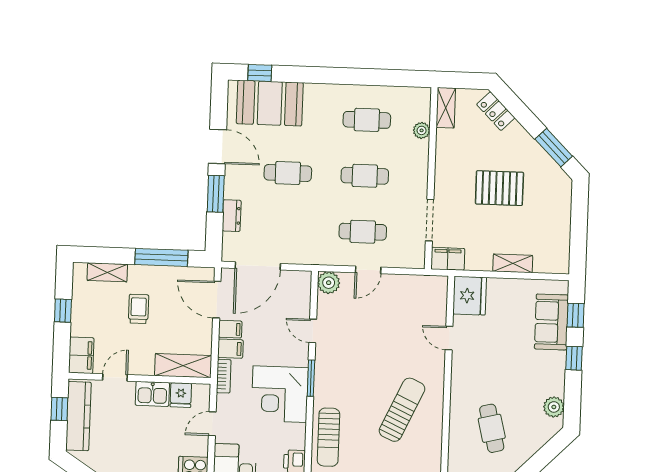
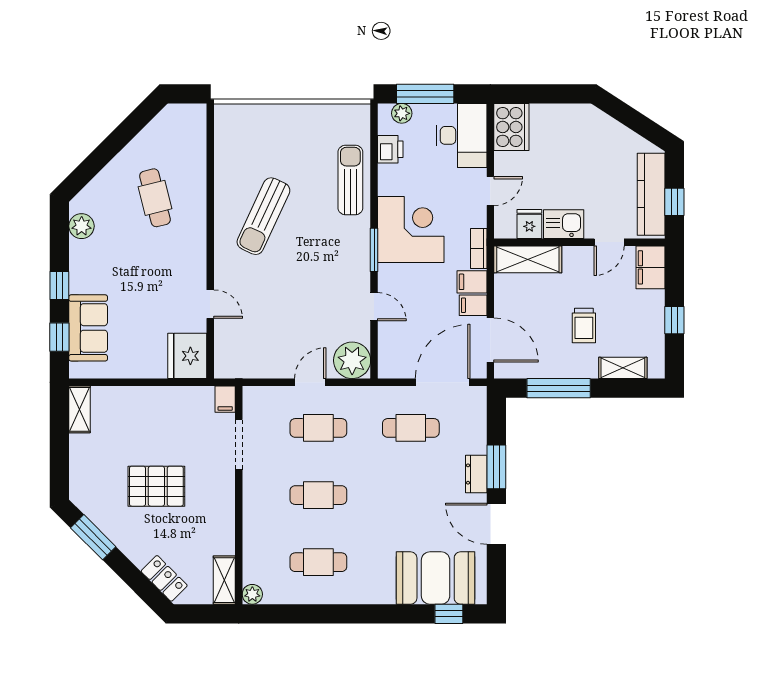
plant: (422, 130) -> (252, 594), moved
cafe table: (288, 173) -> (411, 428), moved
dresser: (232, 216) -> (476, 474), moved
filing cabinet: (448, 259) -> (225, 399), width x0.50
shelving: (513, 263) -> (80, 409), moved, turned 90
plant: (329, 283) -> (352, 360), width x1.36, depth x1.36

